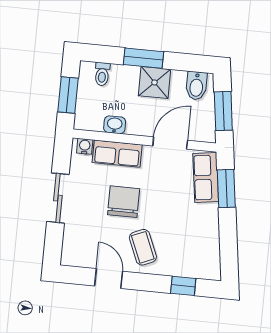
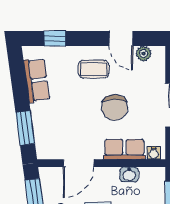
row of seats: (206, 177) -> (37, 80), moved
coffee table: (143, 247) -> (94, 69), turned -67
plant: (85, 259) -> (144, 54), added

